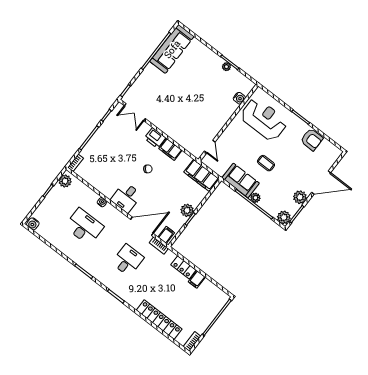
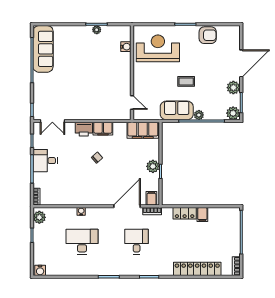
desk: (126, 197) -> (45, 161), moved, turned 90

